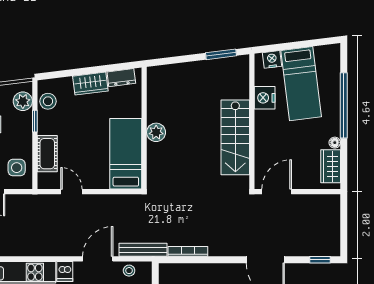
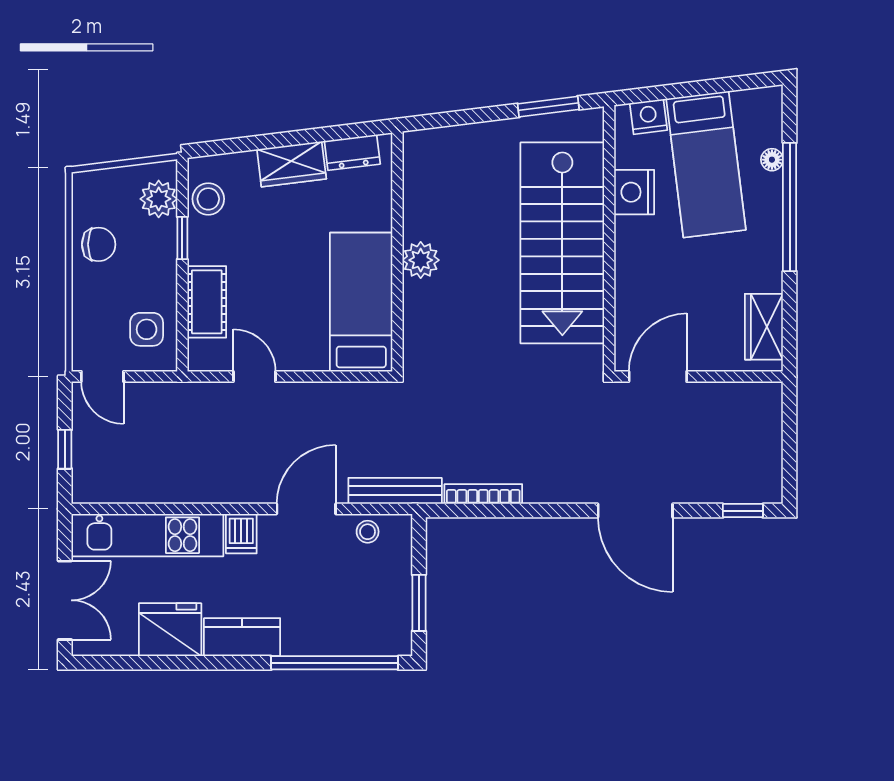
stairs: (235, 137) -> (562, 243), width x1.36, depth x1.51
floor lamp: (335, 143) -> (772, 160), moved

